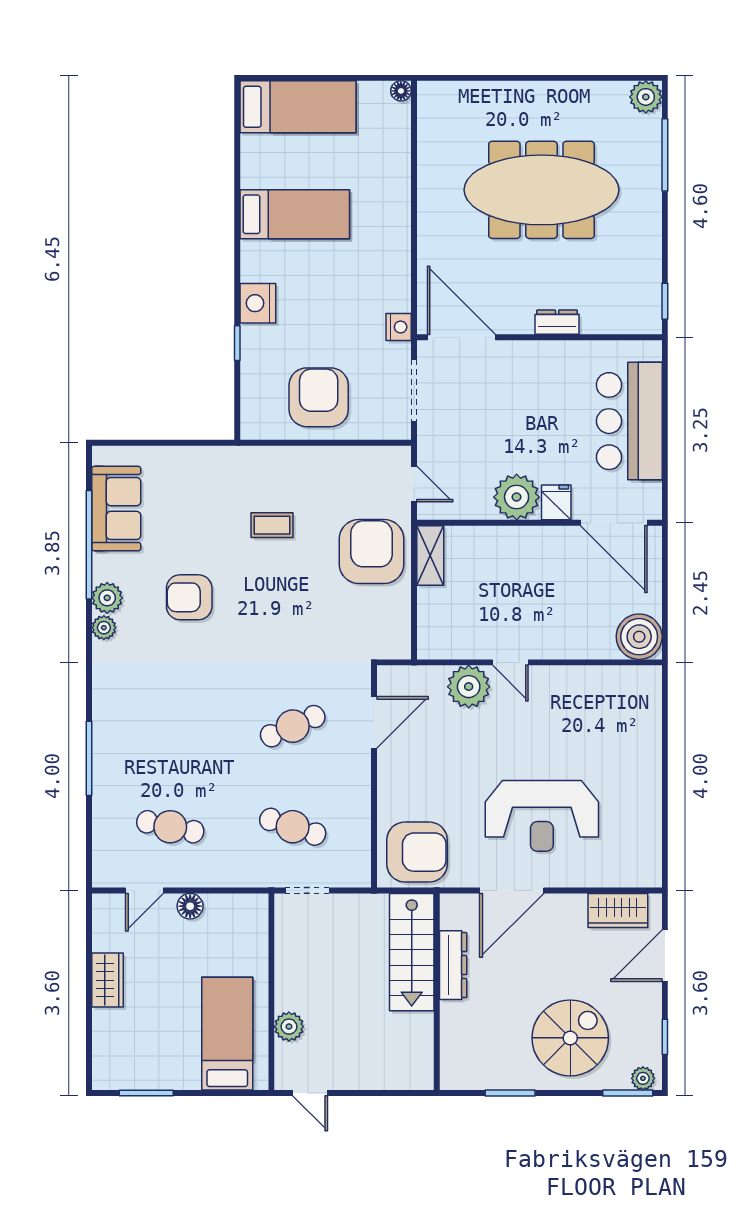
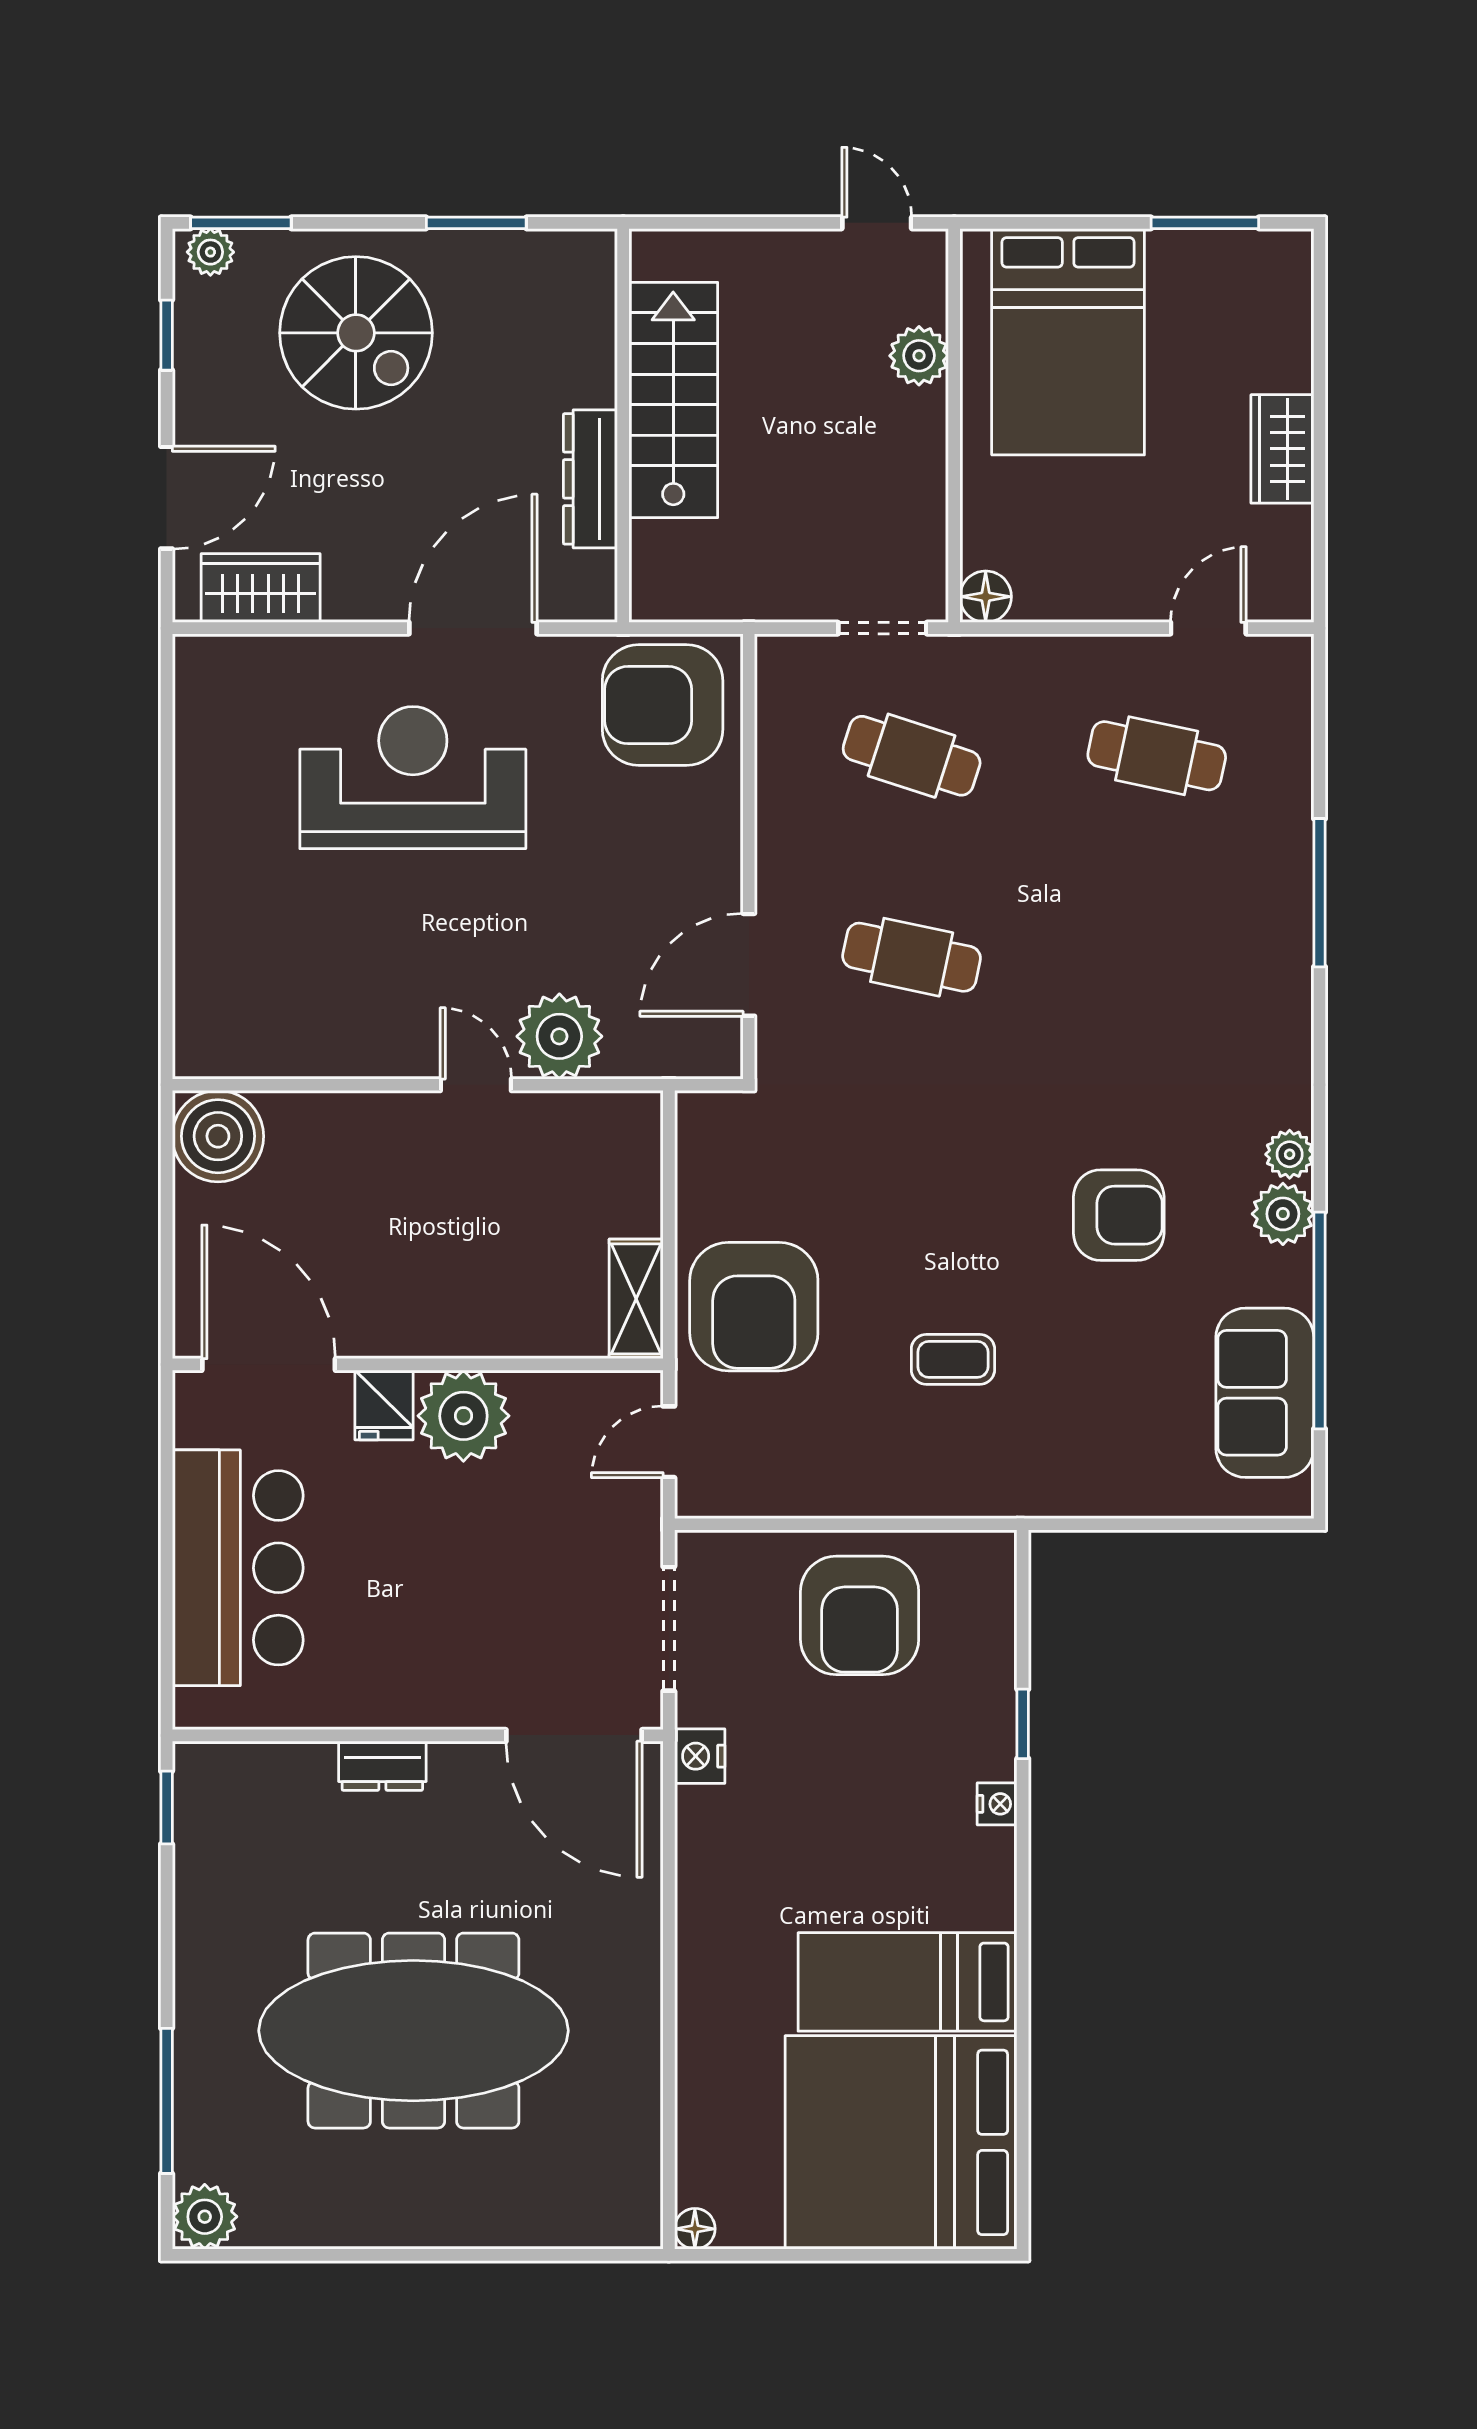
bed: (298, 107) -> (901, 2142), width x2.04
nightstand: (258, 303) -> (997, 1804), width x0.53, depth x0.56
door: (414, 484) -> (669, 1442), hinge flipped
cafe table: (293, 726) -> (912, 957), turned 36
floor lamp: (190, 906) -> (986, 597), moved
stairs: (412, 952) -> (673, 400), moved
bed: (227, 1034) -> (1068, 342), width x1.50
spiral stairs: (570, 1038) -> (356, 333), turned -90

